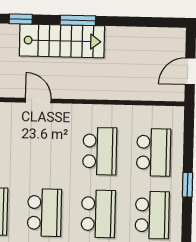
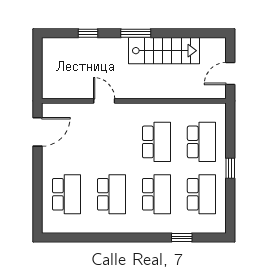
stairs: (62, 41) -> (164, 51), moved

